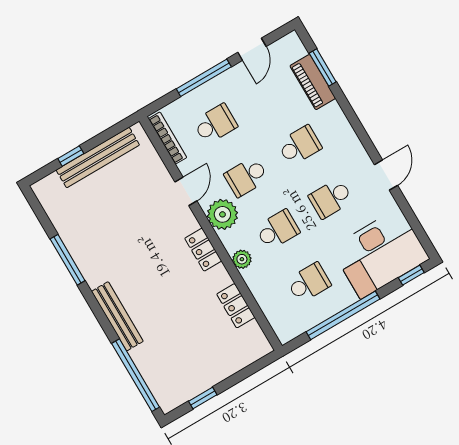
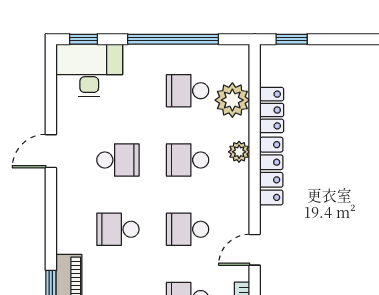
school desk: (246, 177) -> (188, 229), turned 180
plant: (222, 214) -> (232, 100), moved
locker: (203, 250) -> (271, 171), width x1.53
desk: (380, 253) -> (89, 70), width x0.73, depth x0.77
window: (203, 398) -> (292, 39), moved

